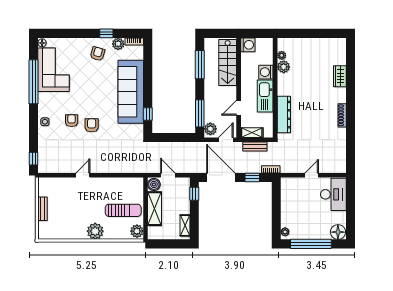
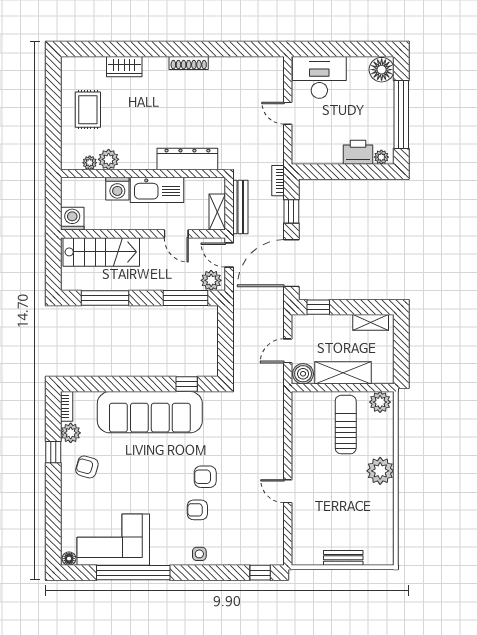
rug: (314, 54) -> (88, 110), added
bench: (255, 147) -> (240, 207), width x1.36
printer: (288, 218) -> (358, 152), added

